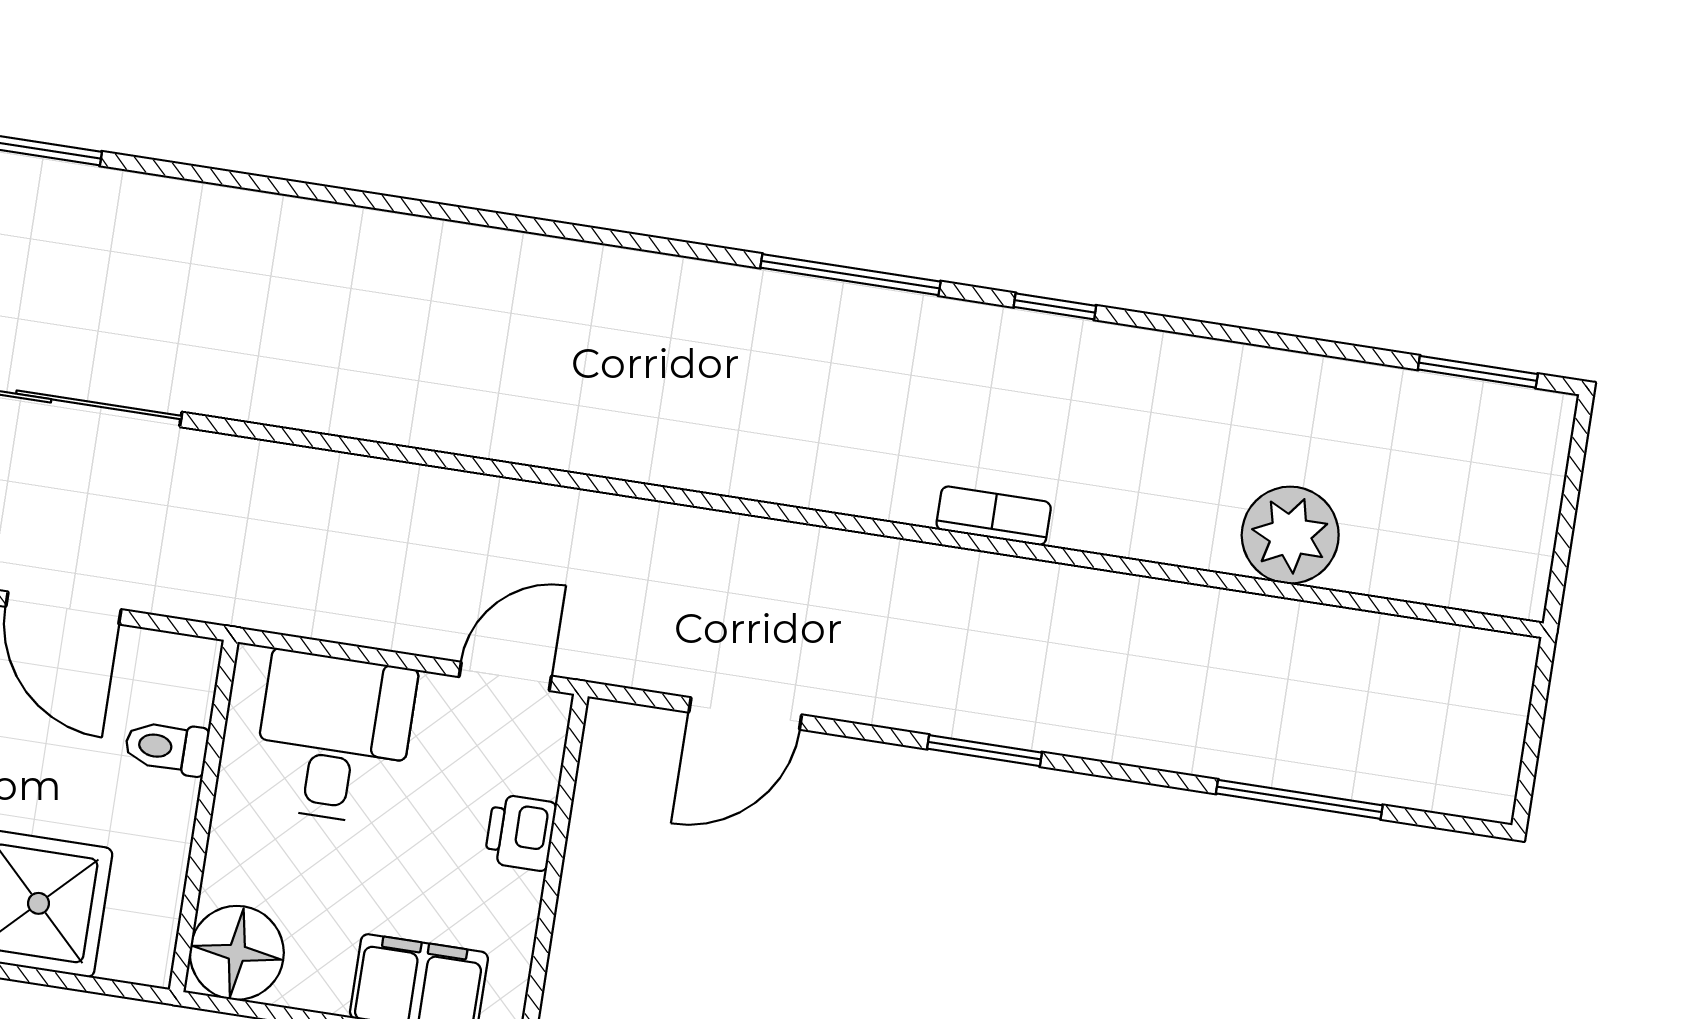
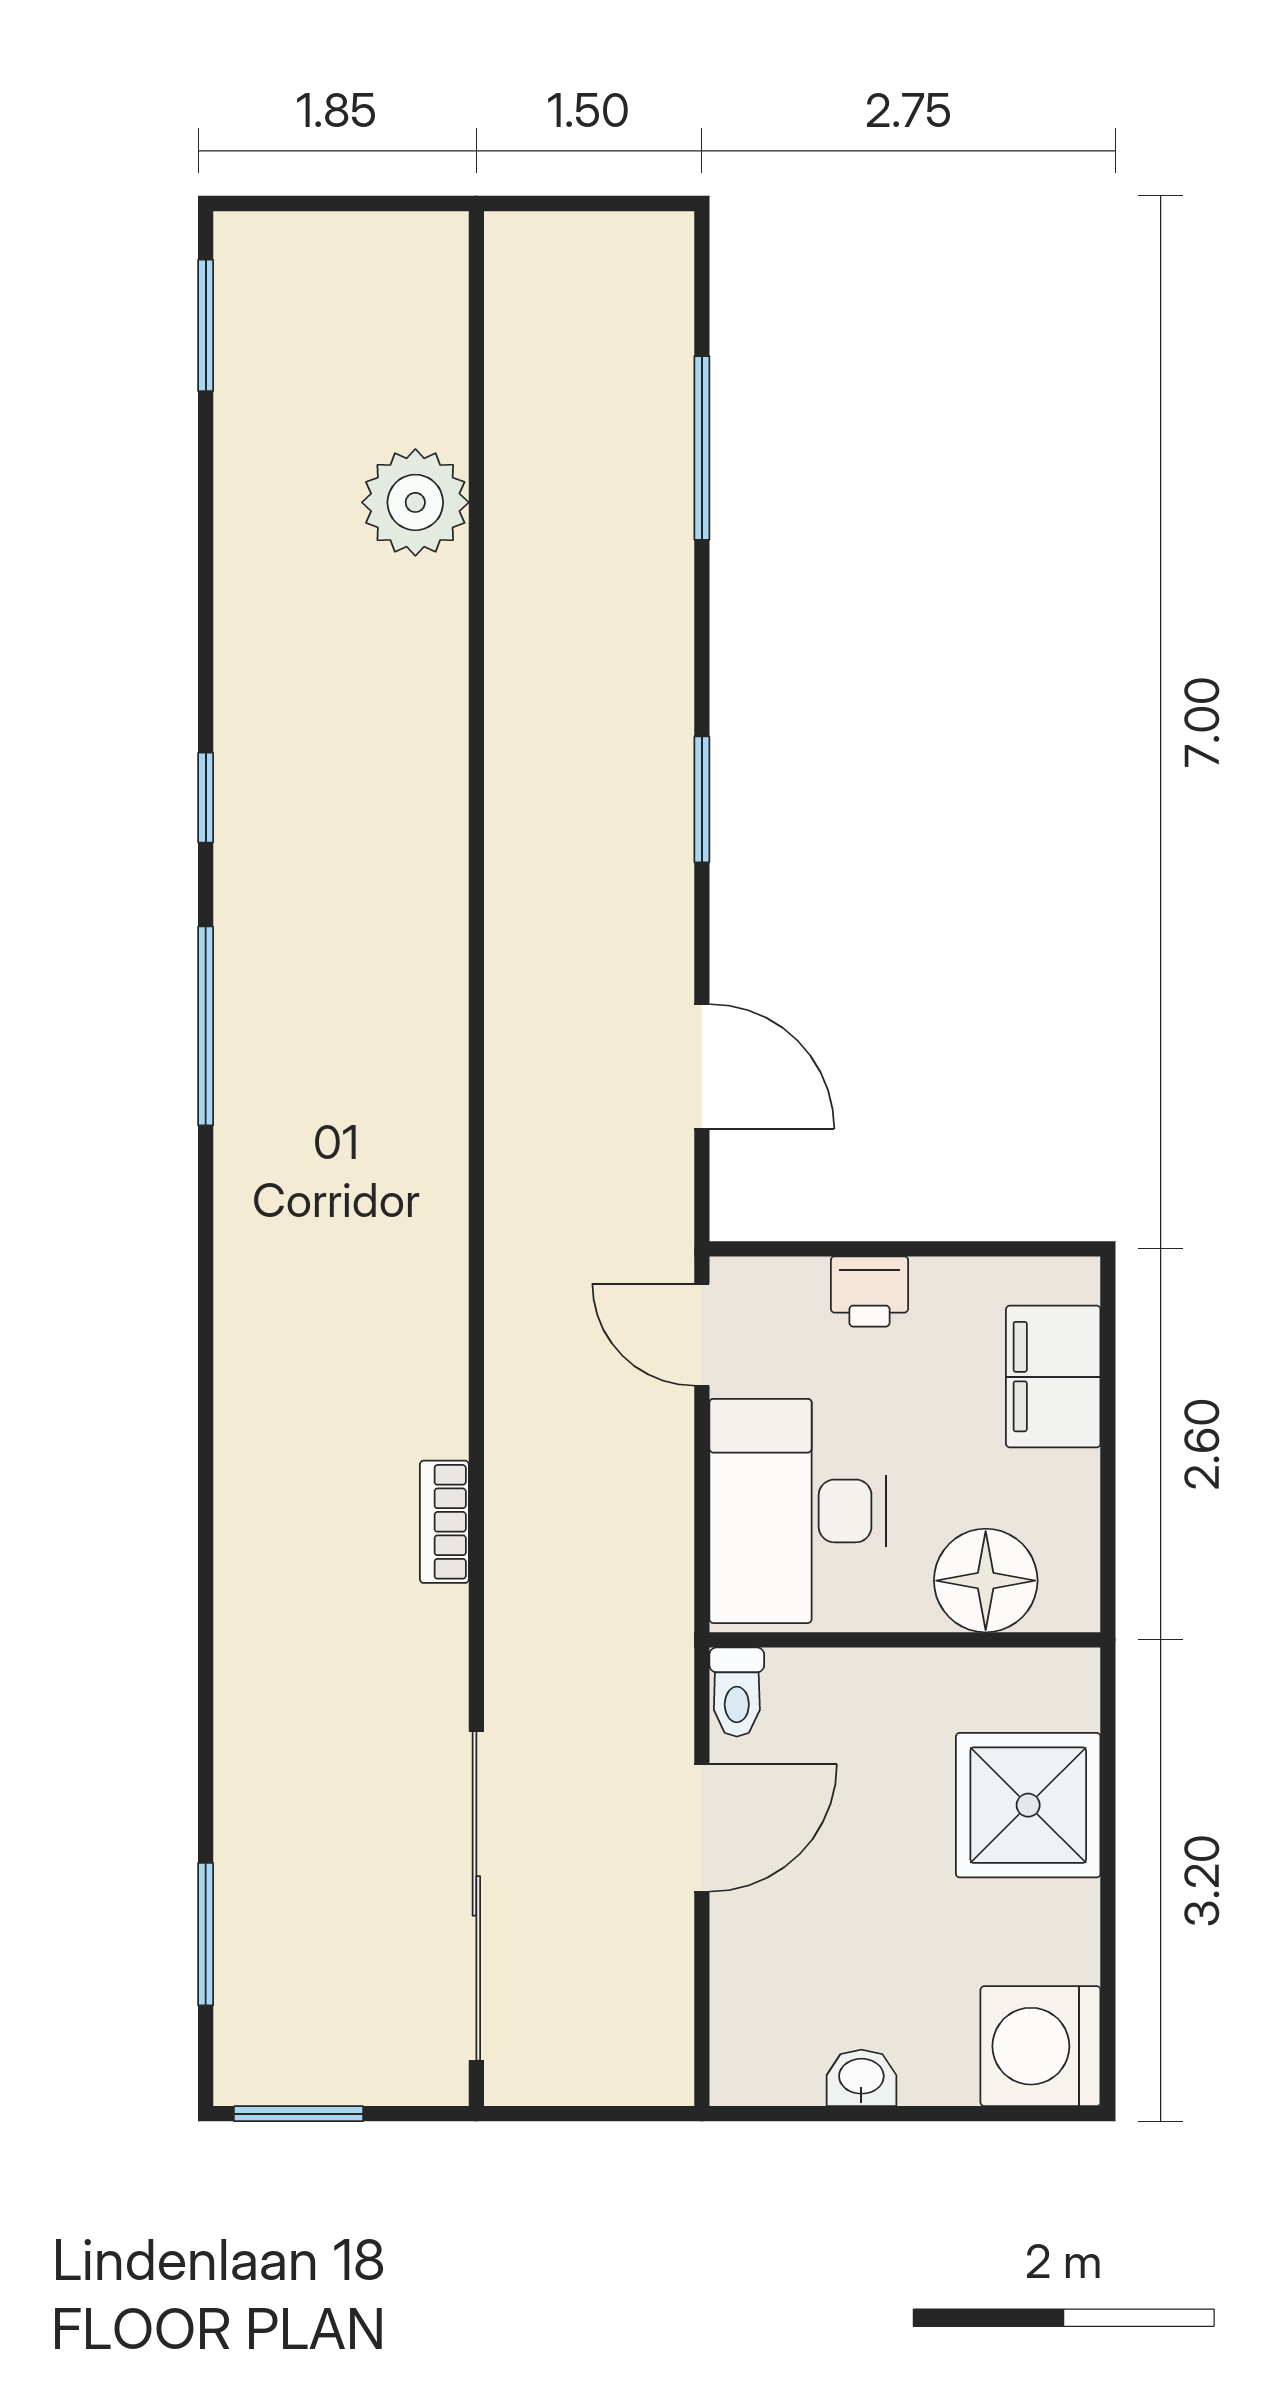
bookcase: (994, 516) -> (444, 1522), moved
desk: (334, 738) -> (797, 1511), width x1.37
toilet: (166, 747) -> (737, 1692), moved
floor lamp: (237, 953) -> (986, 1581), moved

